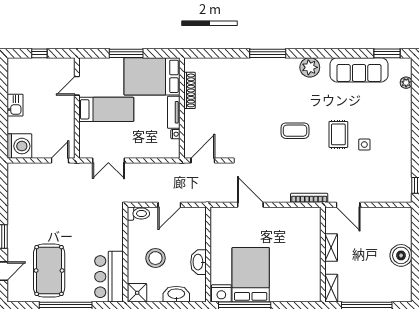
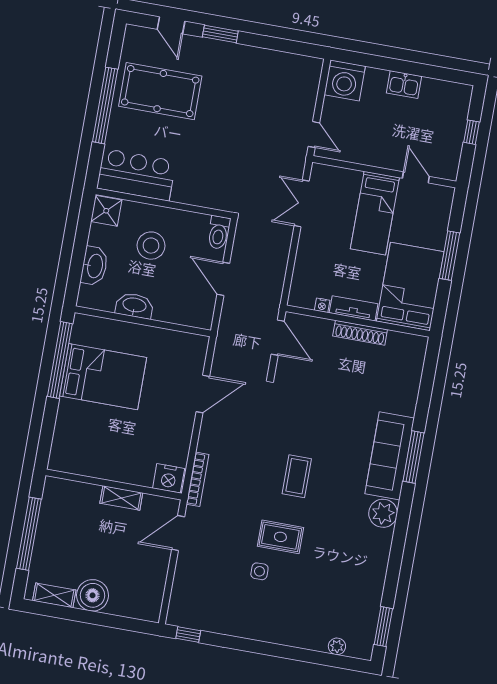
sofa: (359, 70) -> (390, 456), moved
shoe rack: (190, 90) -> (360, 333), moved
shelving: (331, 288) -> (54, 595), moved
nightstand: (221, 293) -> (169, 478), moved, turned -90

